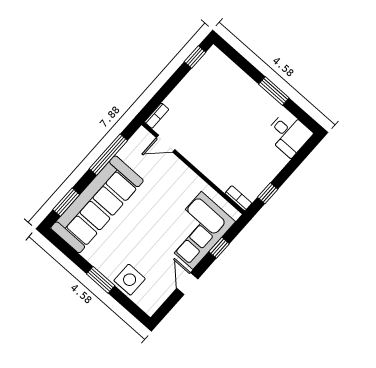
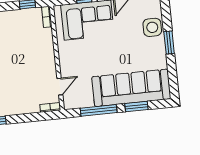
door: (166, 144) -> (60, 87), hinge flipped
window: (66, 202) -> (136, 107), moved

